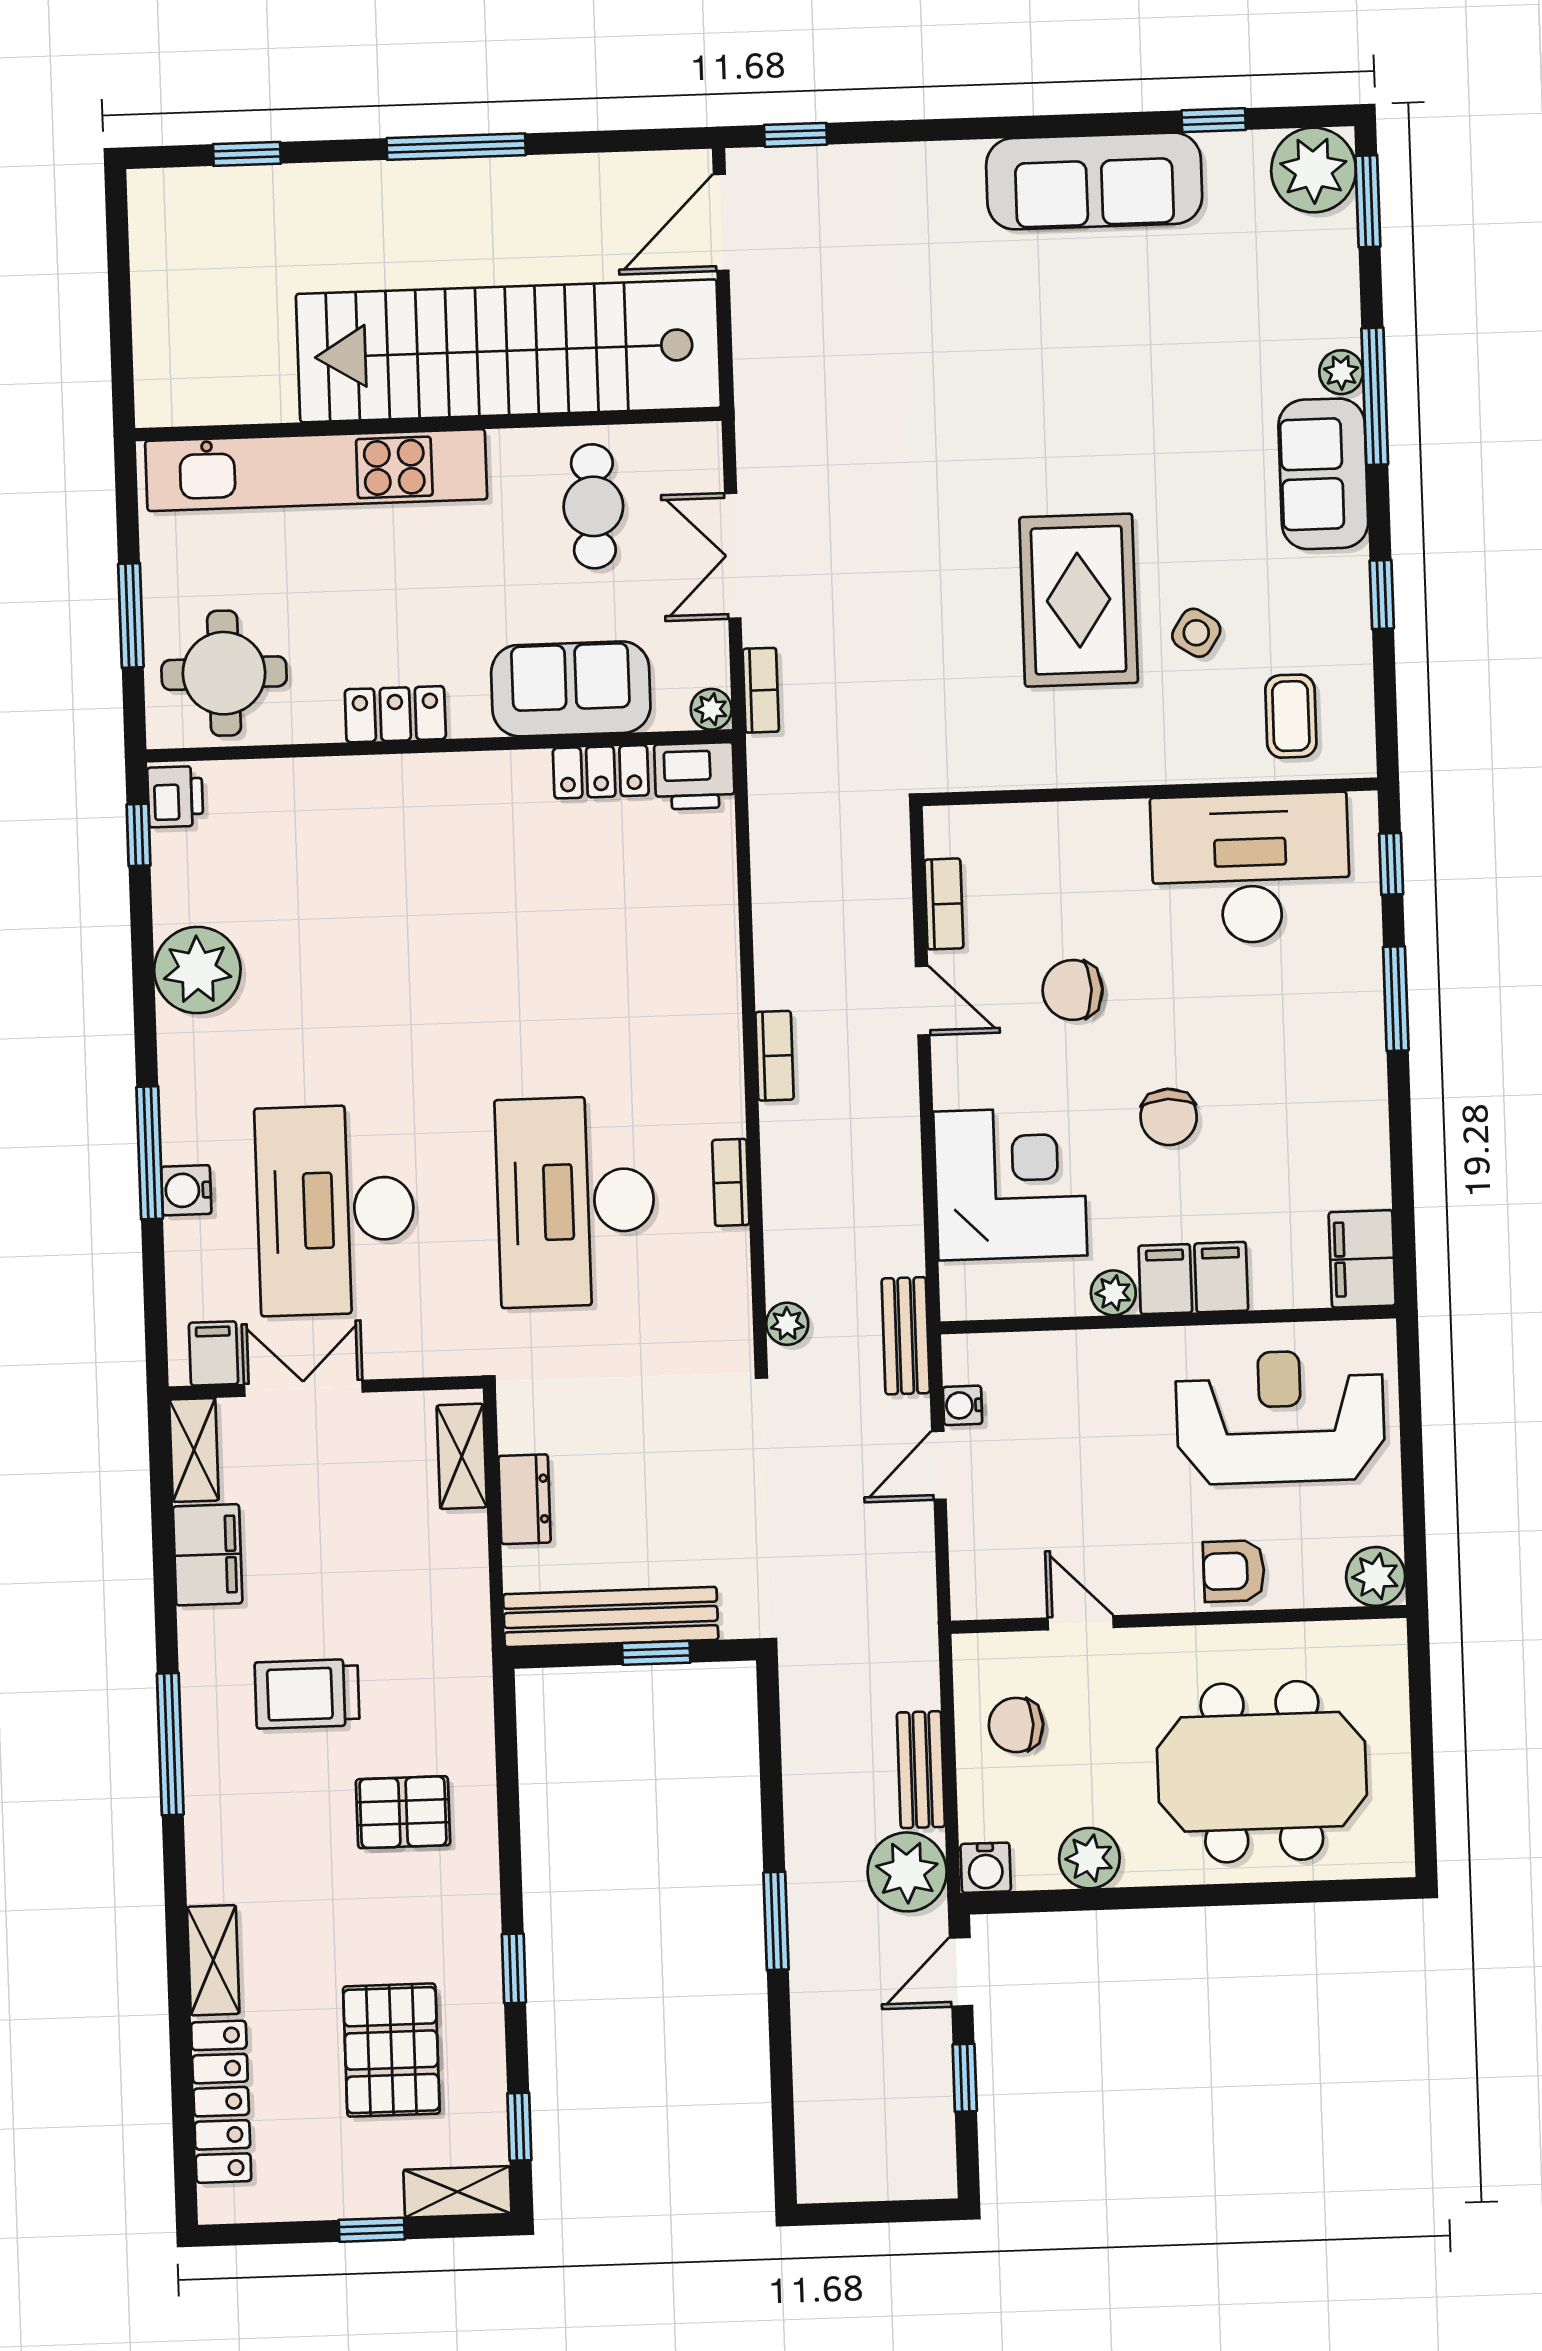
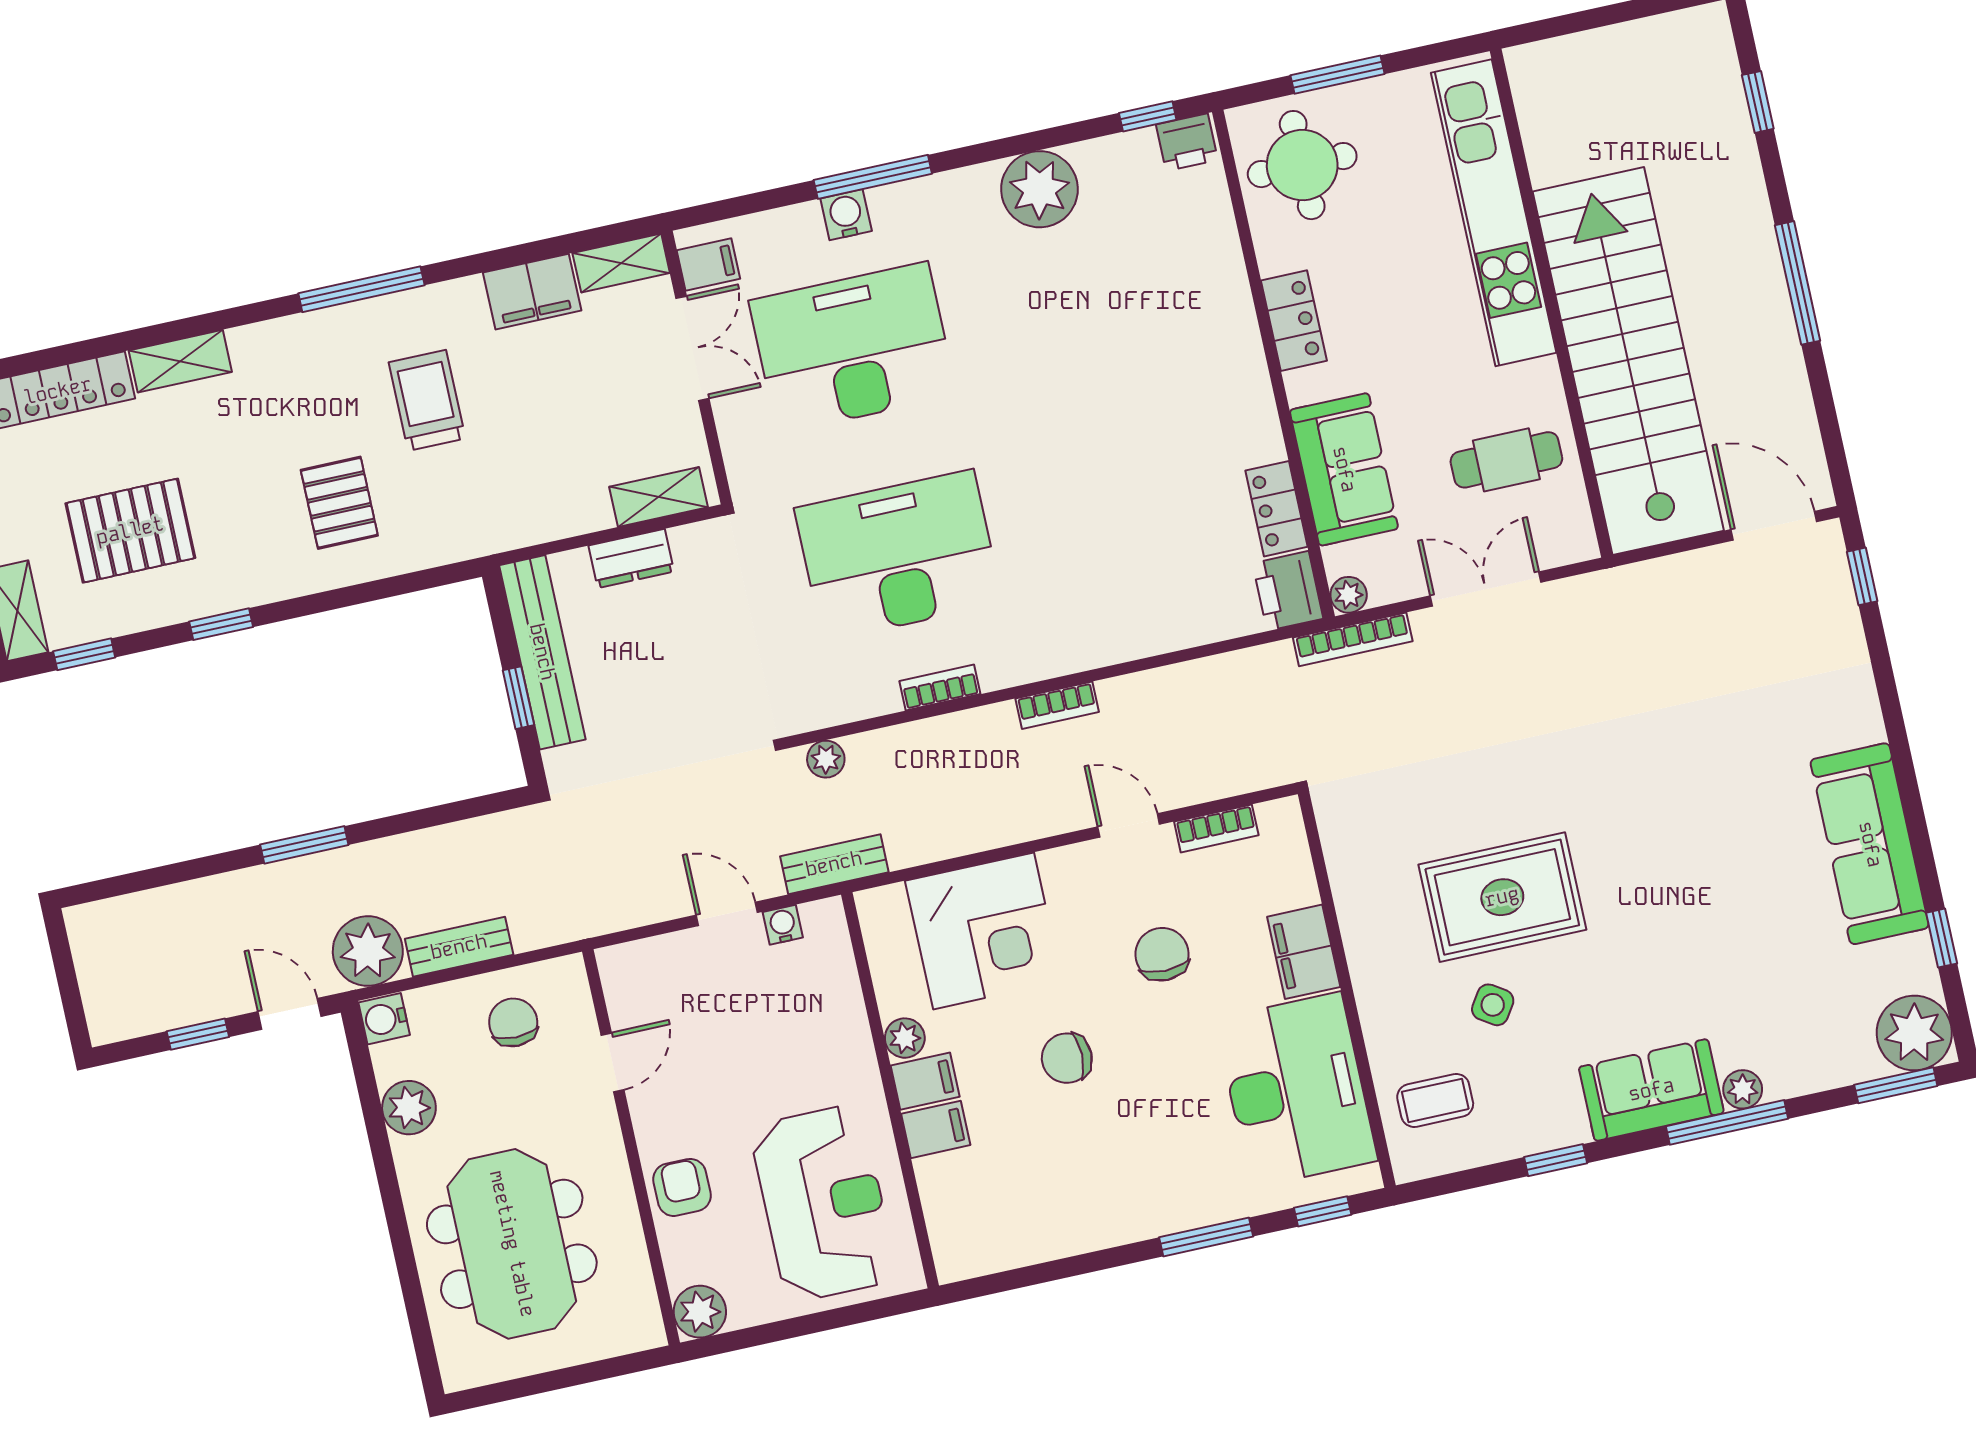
bookcase: (761, 690) -> (1353, 639), width x1.56
door: (923, 1001) -> (1129, 825), swing flipped
filing cabinet: (1362, 1259) -> (1304, 952), moved, turned -90

